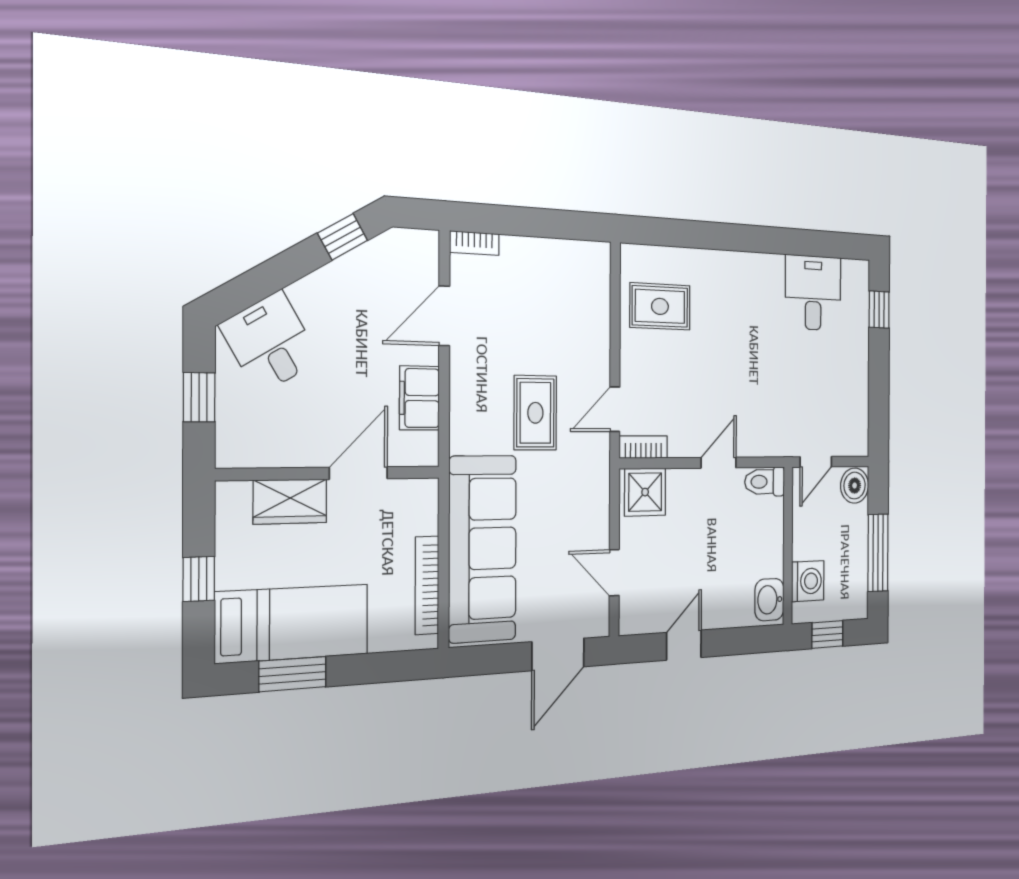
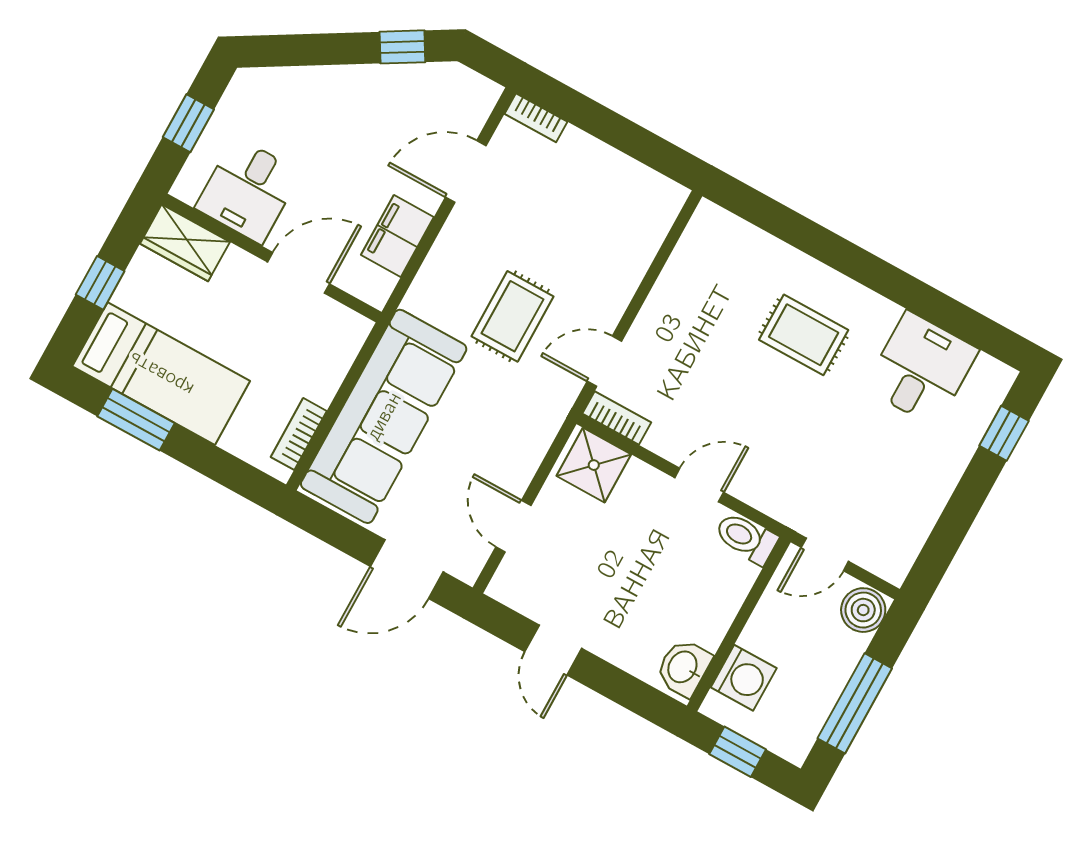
rug: (660, 306) -> (804, 335), moved
desk: (270, 342) -> (248, 190), moved, turned -149
wardrobe: (290, 501) -> (185, 243), moved
bookcase: (427, 585) -> (299, 434), width x0.64
door: (684, 645) -> (553, 650), swing flipped

